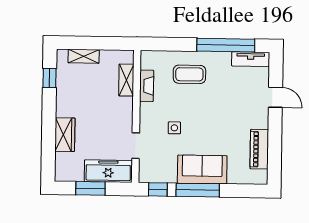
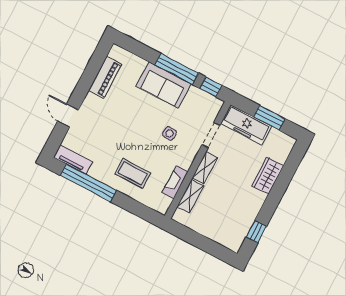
shelving: (84, 56) -> (205, 168), moved, turned 90

